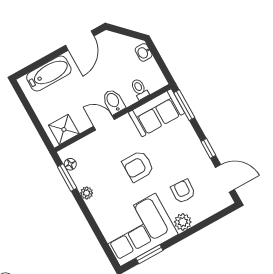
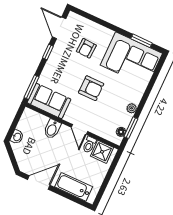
toilet: (139, 89) -> (89, 145), moved
bidet: (114, 101) -> (52, 129), moved
plant: (183, 222) -> (106, 34), removed

